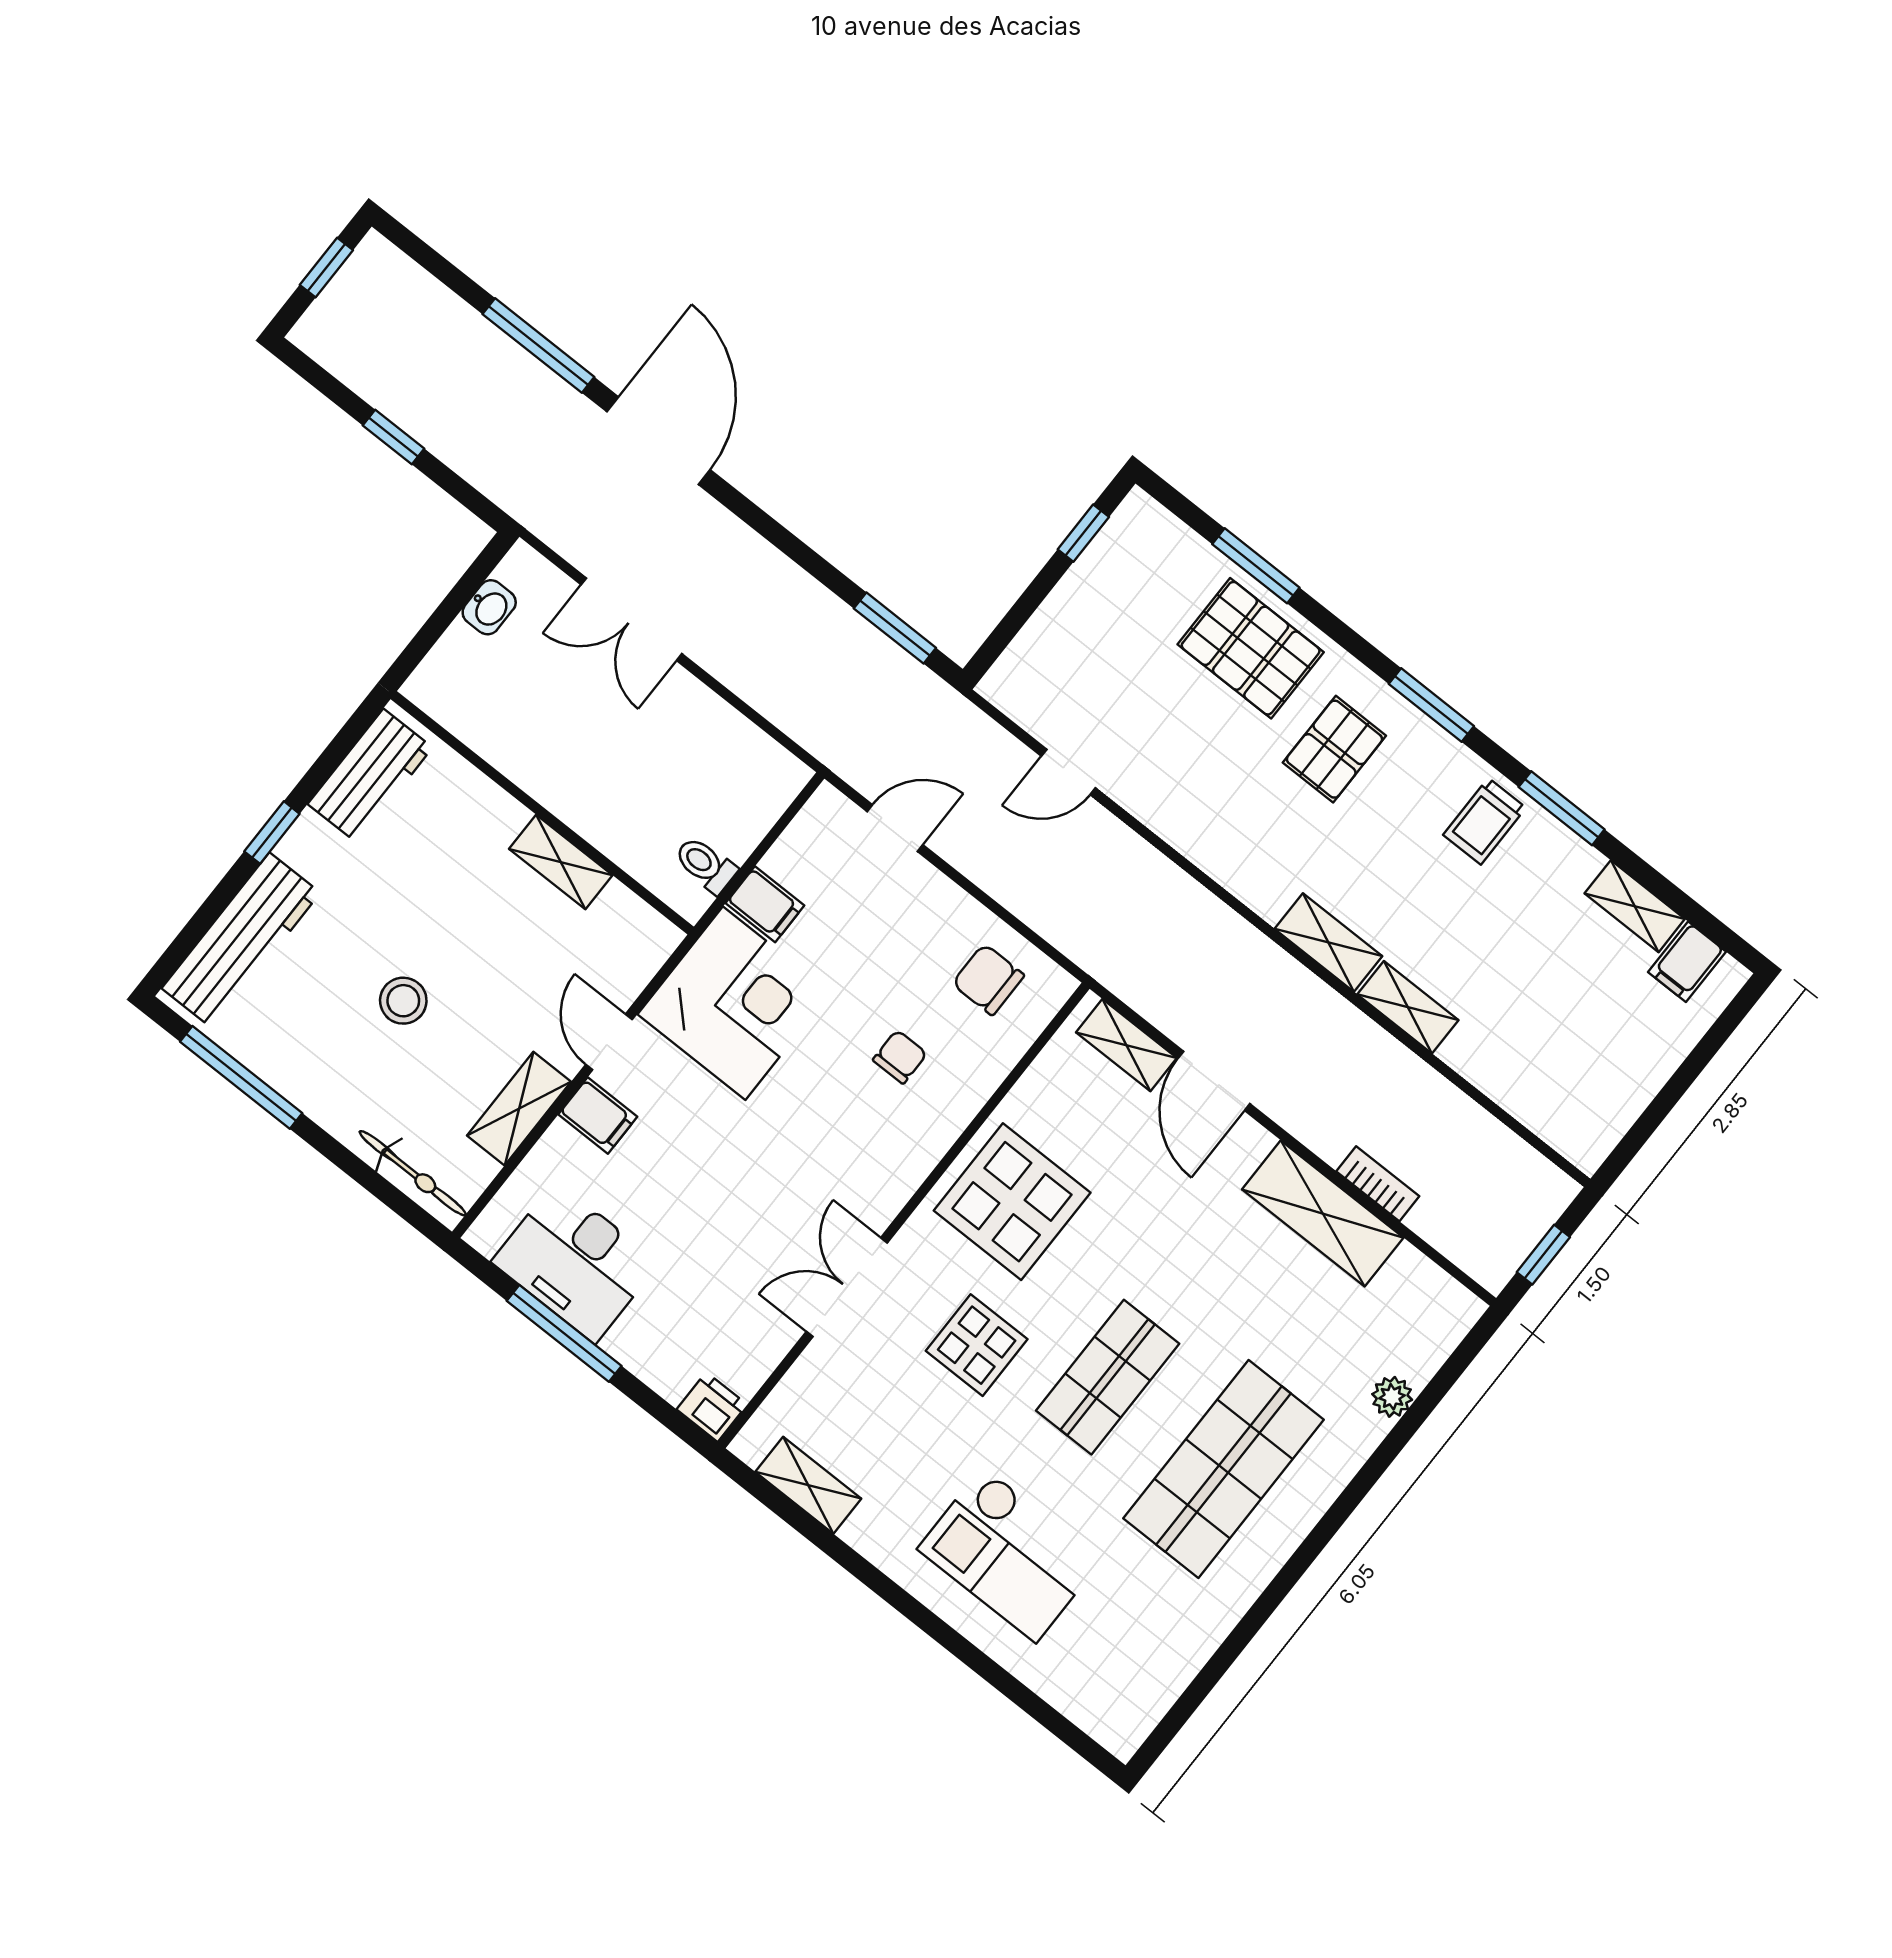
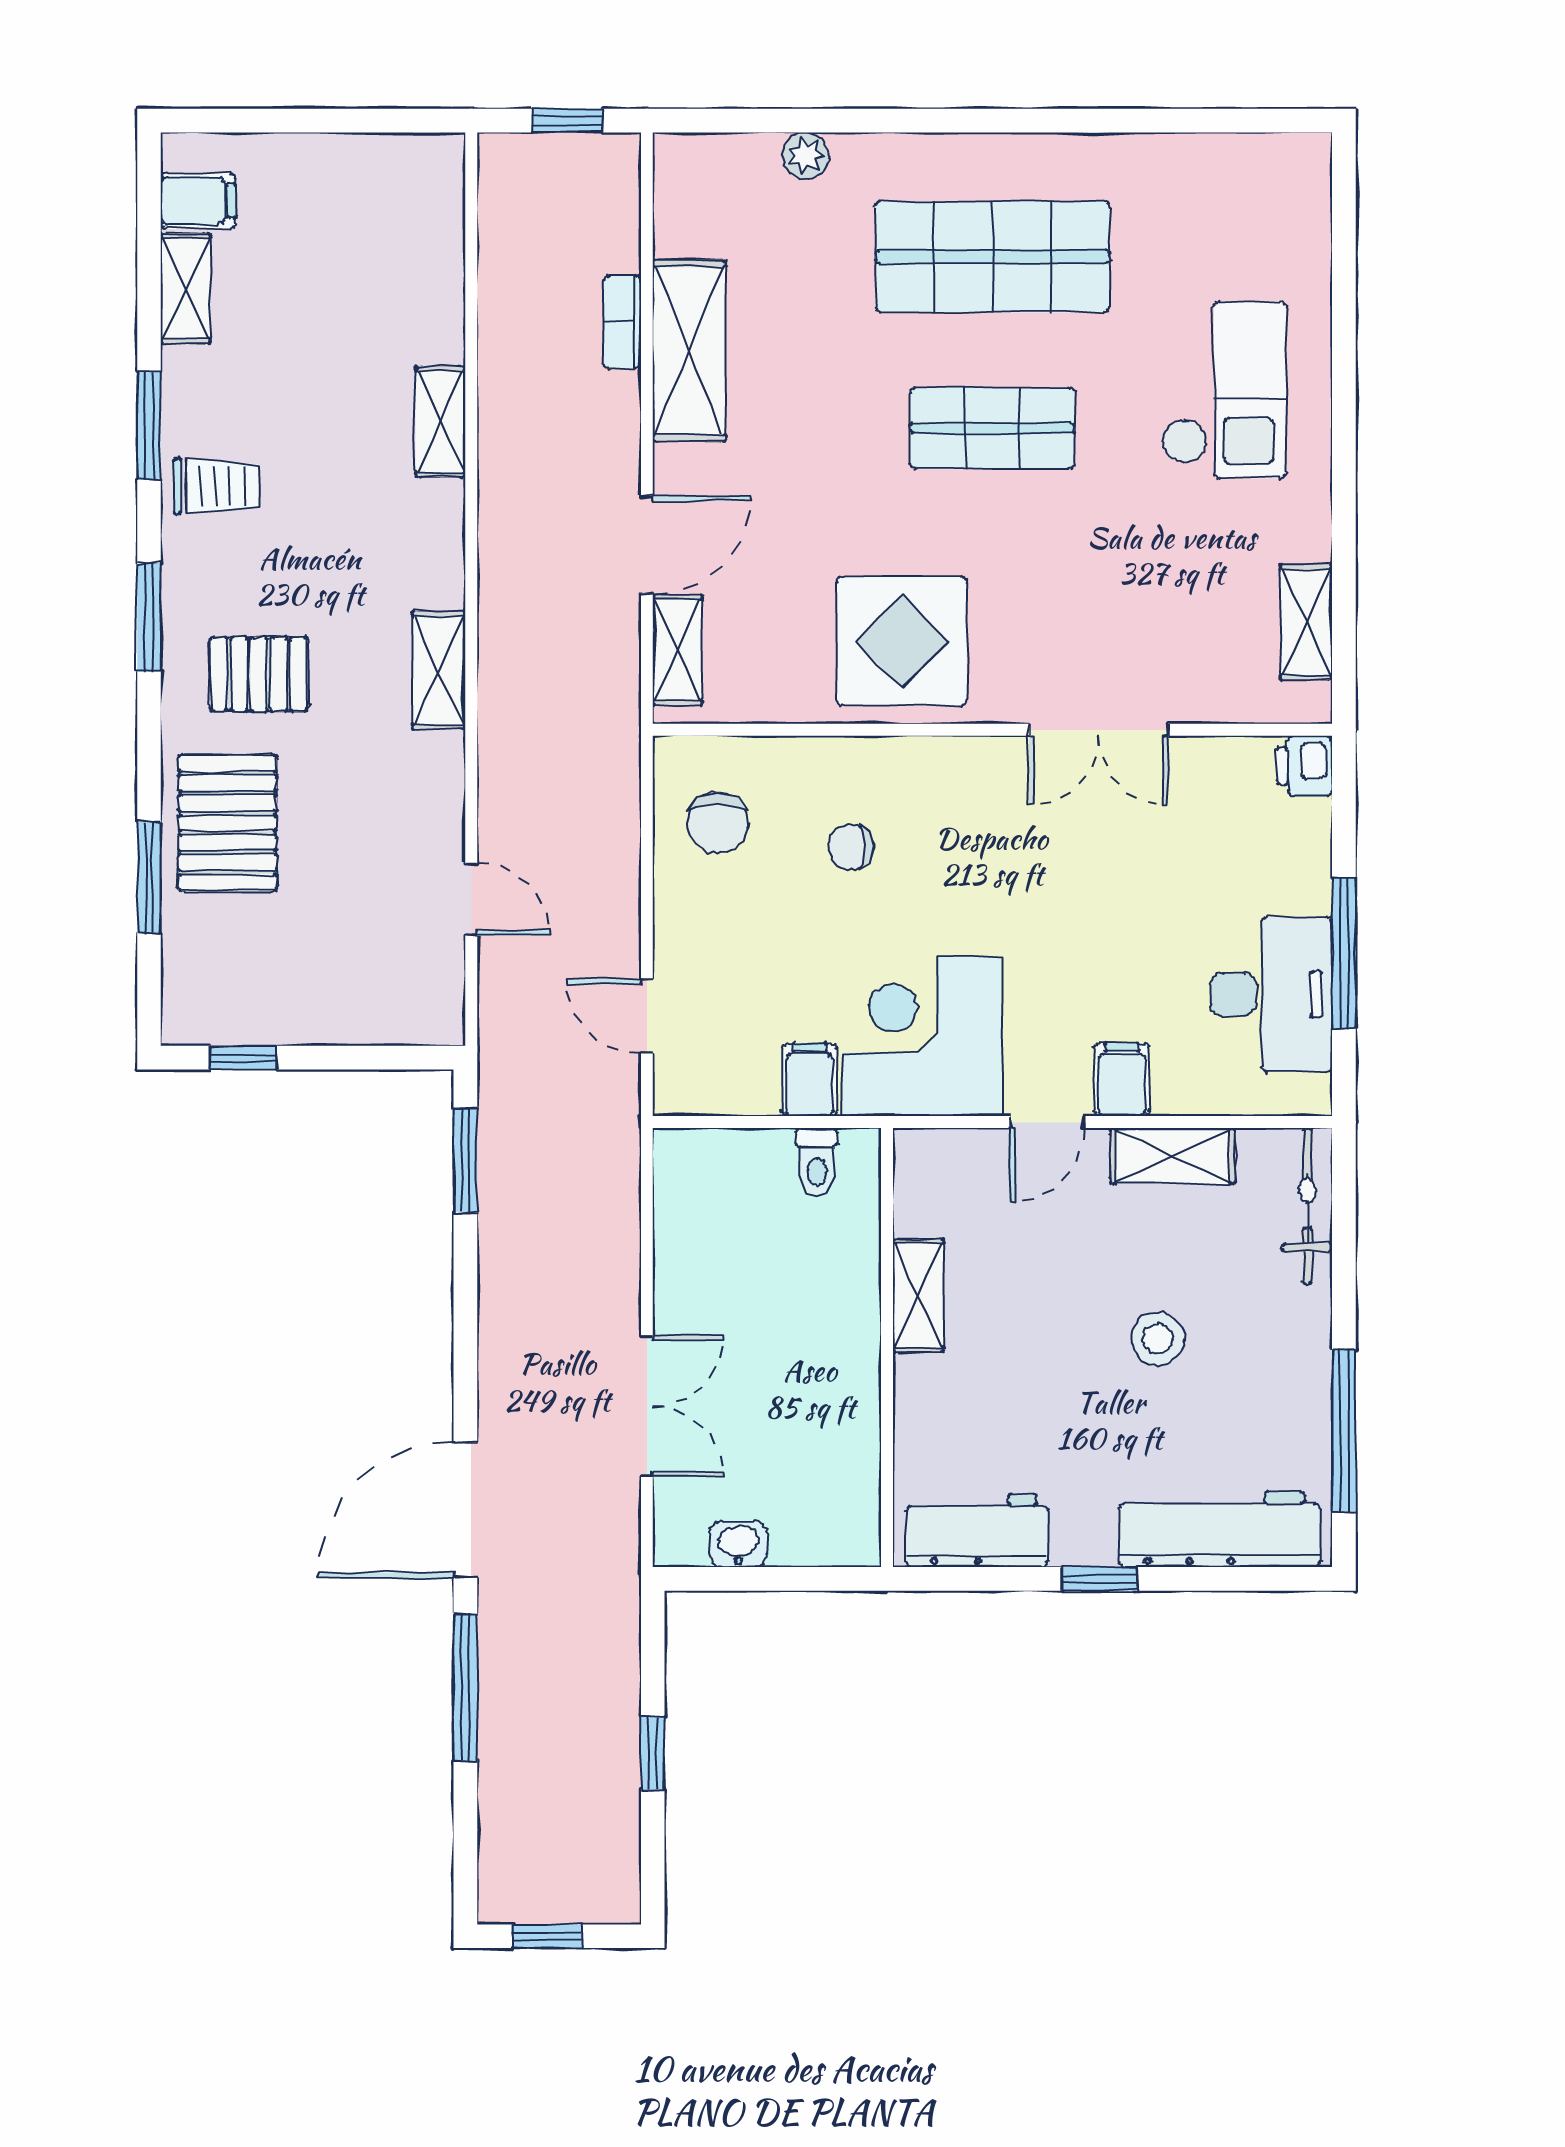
shelving: (1328, 942) -> (439, 670), moved
display table: (977, 1345) -> (1058, 570), removed

